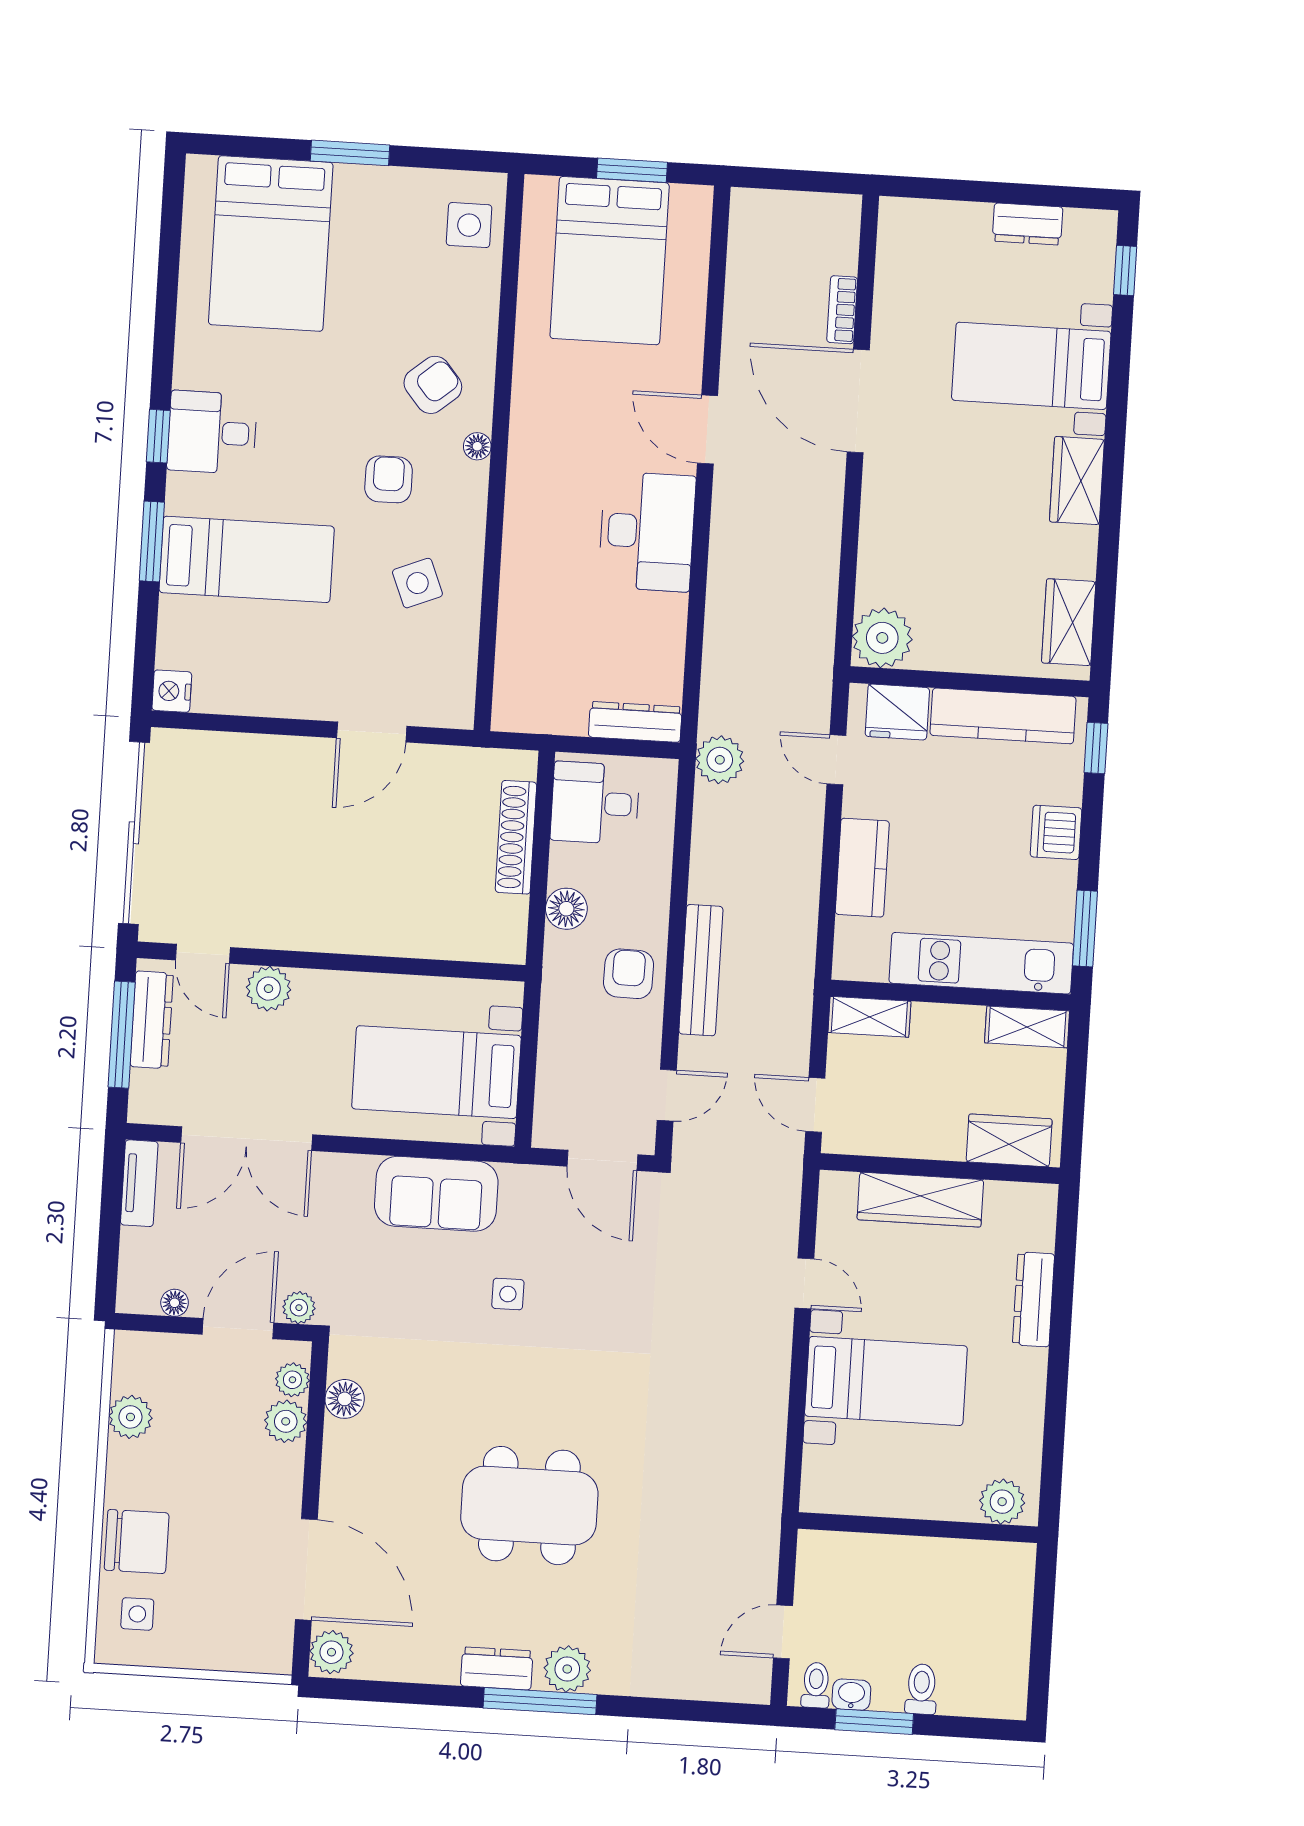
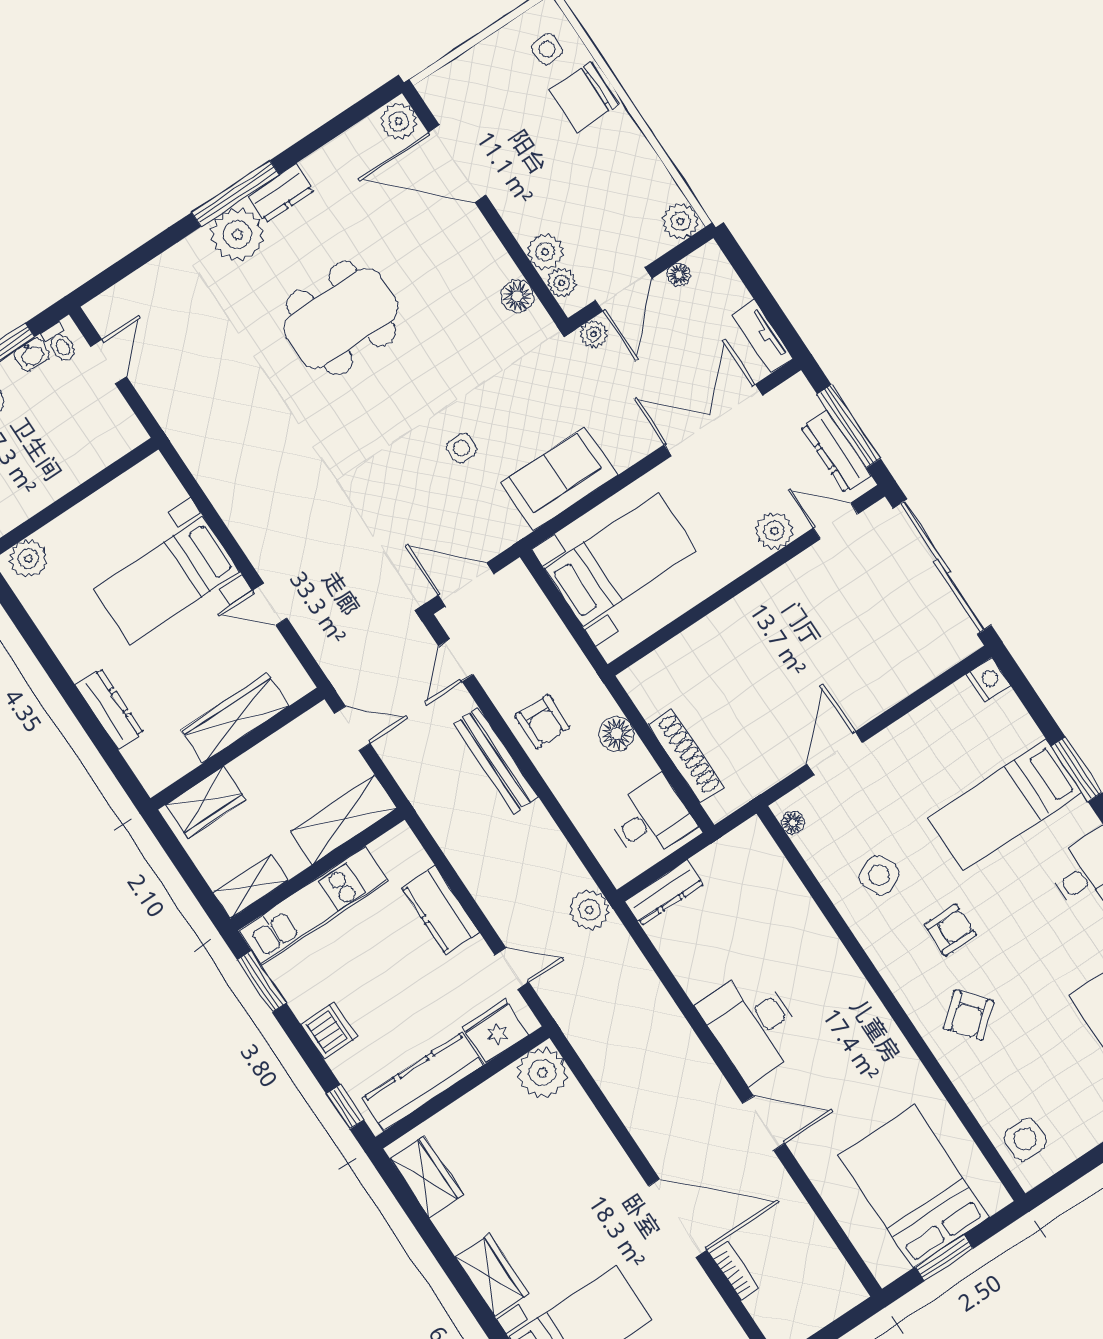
floor lamp: (477, 446) -> (793, 823), moved
armchair: (389, 479) -> (951, 930), turned -90
shelving: (869, 1017) -> (344, 819), width x1.50, depth x1.33
plant: (130, 1417) -> (680, 221), moved
plant: (567, 1669) -> (237, 235), width x1.36, depth x1.36

